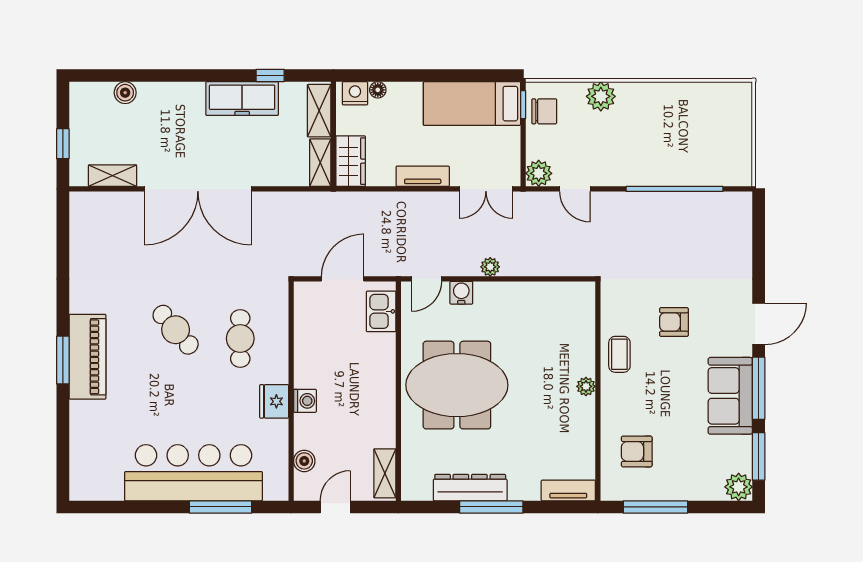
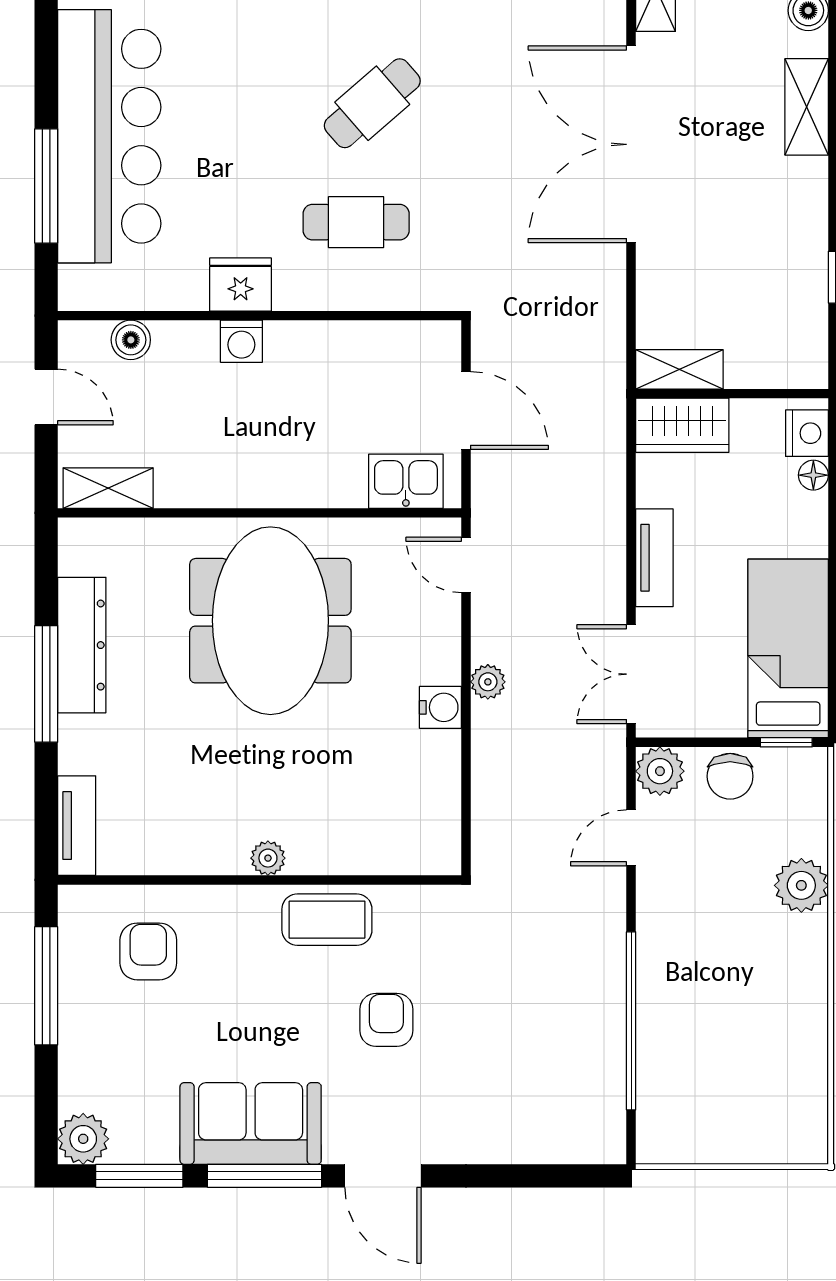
freezer: (242, 99) -> (797, 226), removed
shelving: (319, 111) -> (807, 107), moved, turned 90
chair: (544, 111) -> (730, 776), moved
water cooler: (461, 293) -> (440, 707), moved
coffee table: (619, 354) -> (327, 920), width x1.36, depth x1.30

